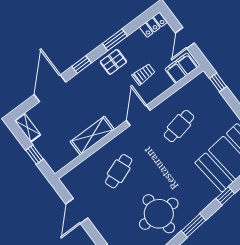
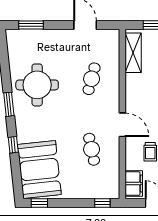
shelving: (92, 136) -> (133, 53), moved
cafe table: (119, 171) -> (92, 79), turned 36

